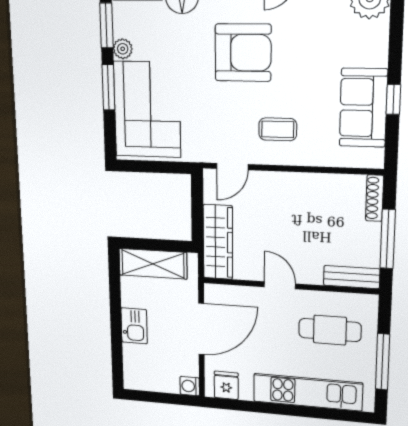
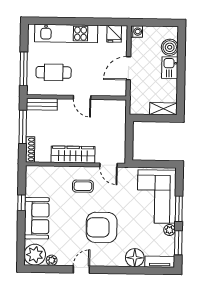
sofa: (363, 108) -> (37, 218), moved
door: (232, 167) -> (108, 165), swing flipped
wardrobe: (218, 242) -> (73, 154), moved, turned 90
shelving: (153, 264) -> (163, 109), width x0.67, depth x0.75
door: (201, 329) -> (128, 68), width x0.73
boiler: (136, 358) -> (170, 47), added
window: (383, 362) -> (24, 69), moved

